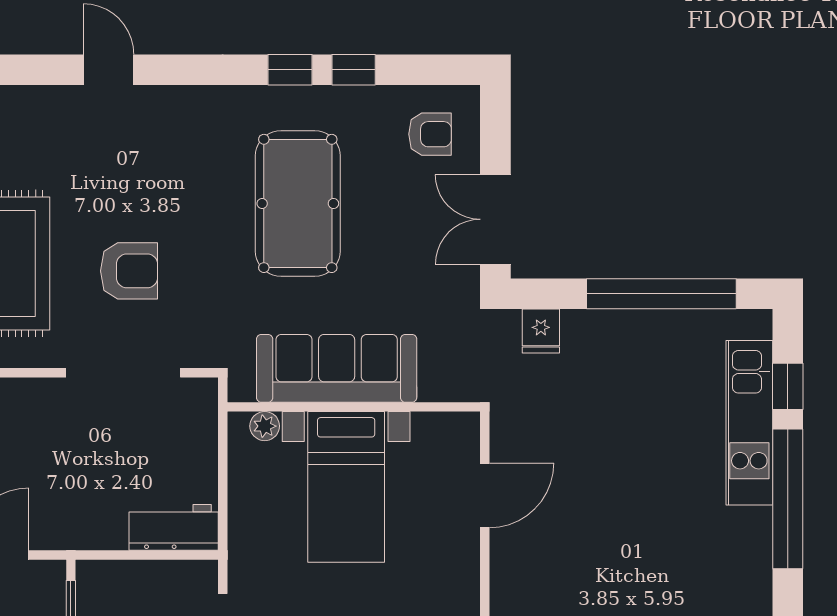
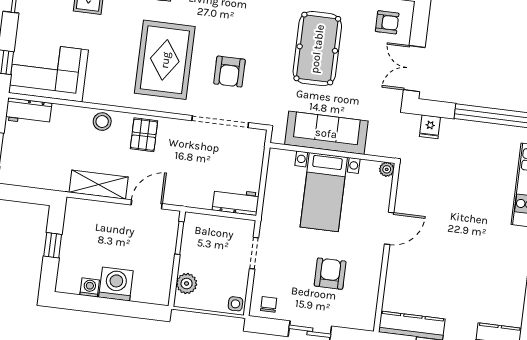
armchair: (129, 271) -> (229, 72), turned 90
plant: (265, 426) -> (387, 169), moved
door: (485, 495) -> (389, 228), moved

